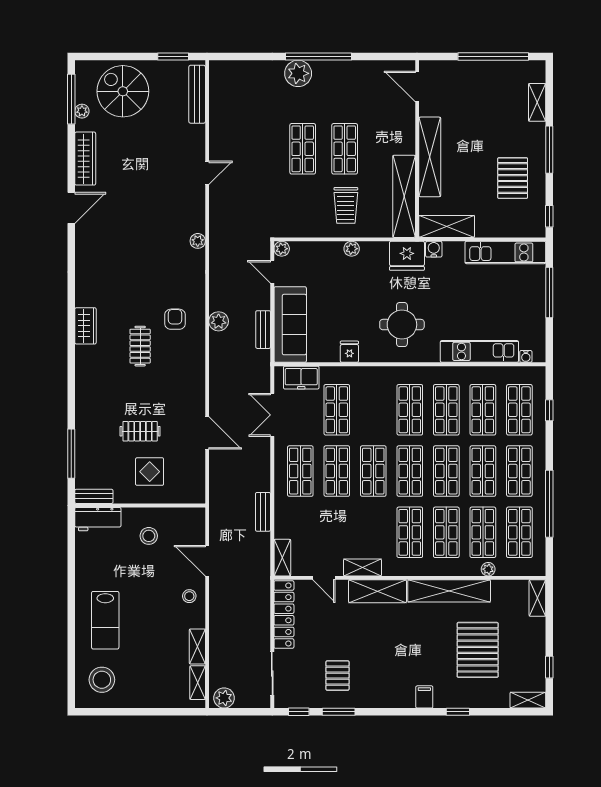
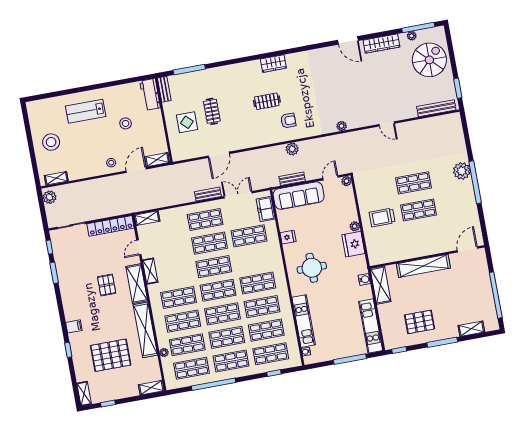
shelving: (404, 196) -> (395, 254), removed
fridge: (407, 256) -> (353, 244), moved
bench: (263, 512) -> (208, 194), moved
stool: (149, 536) -> (126, 123), moved
shelving: (197, 646) -> (157, 160), moved
pallet: (337, 676) -> (107, 285), moved, turned 90
stool: (102, 680) -> (51, 142), moved

